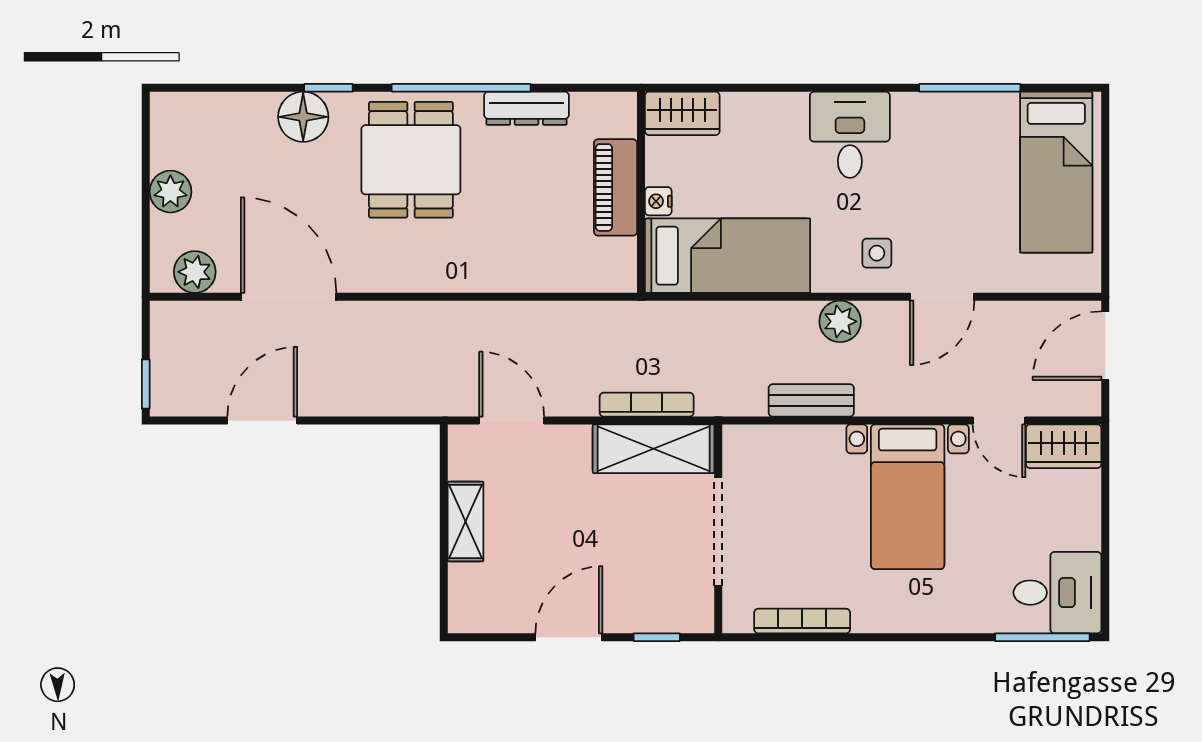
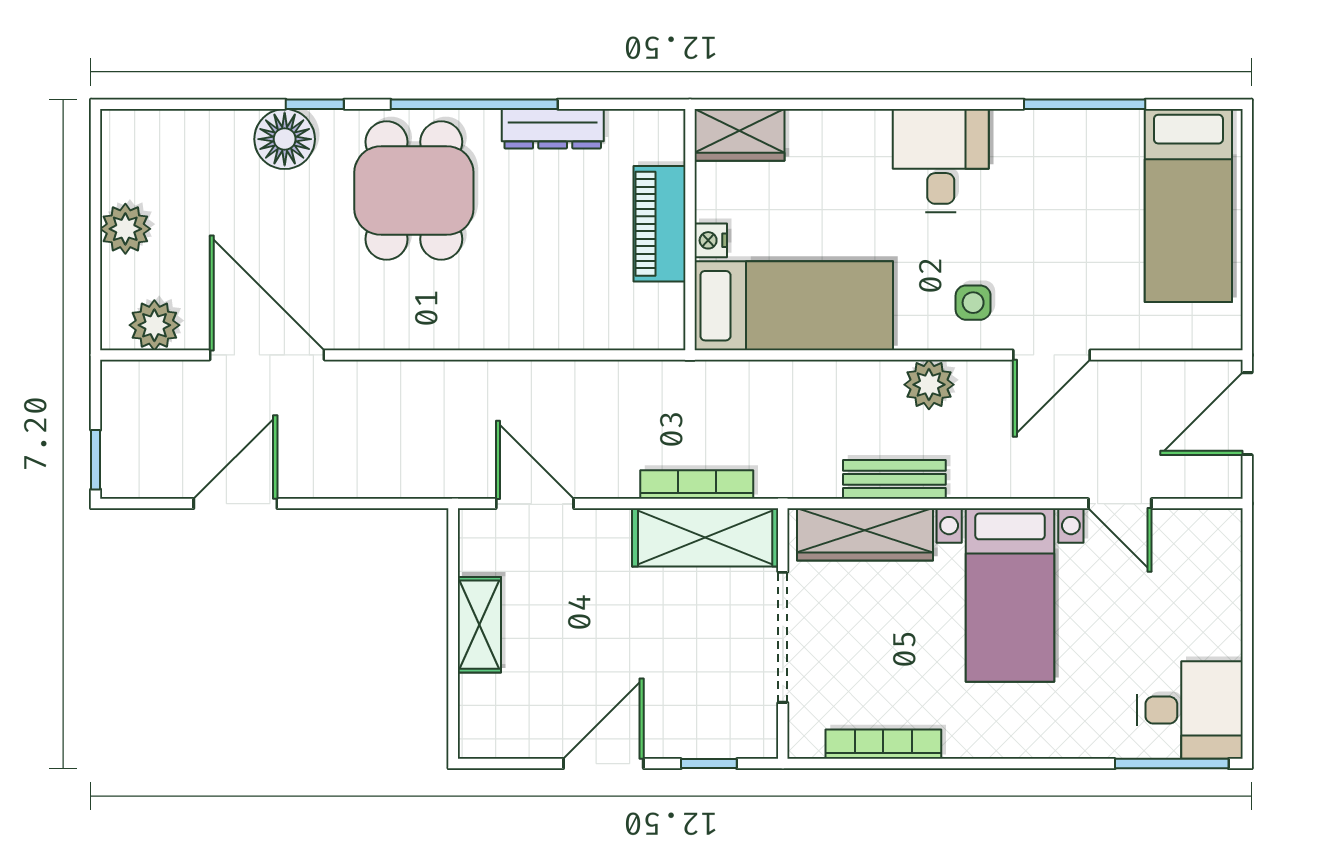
wardrobe: (1064, 446) -> (865, 534), moved, width x1.50

